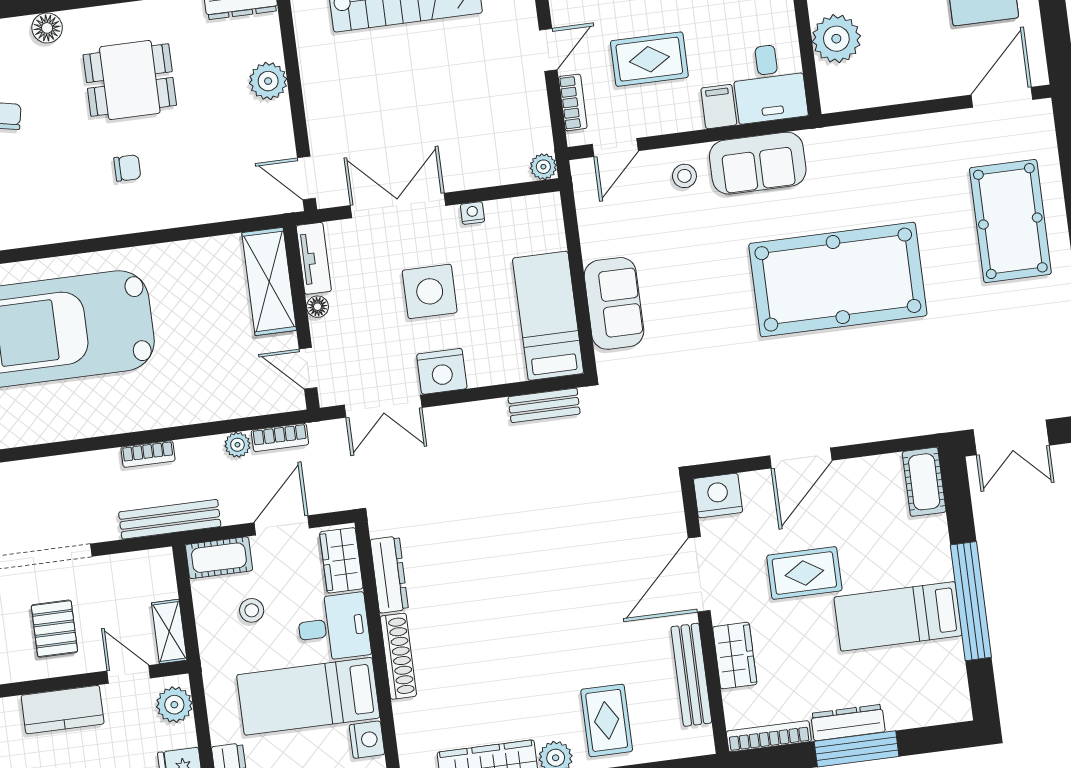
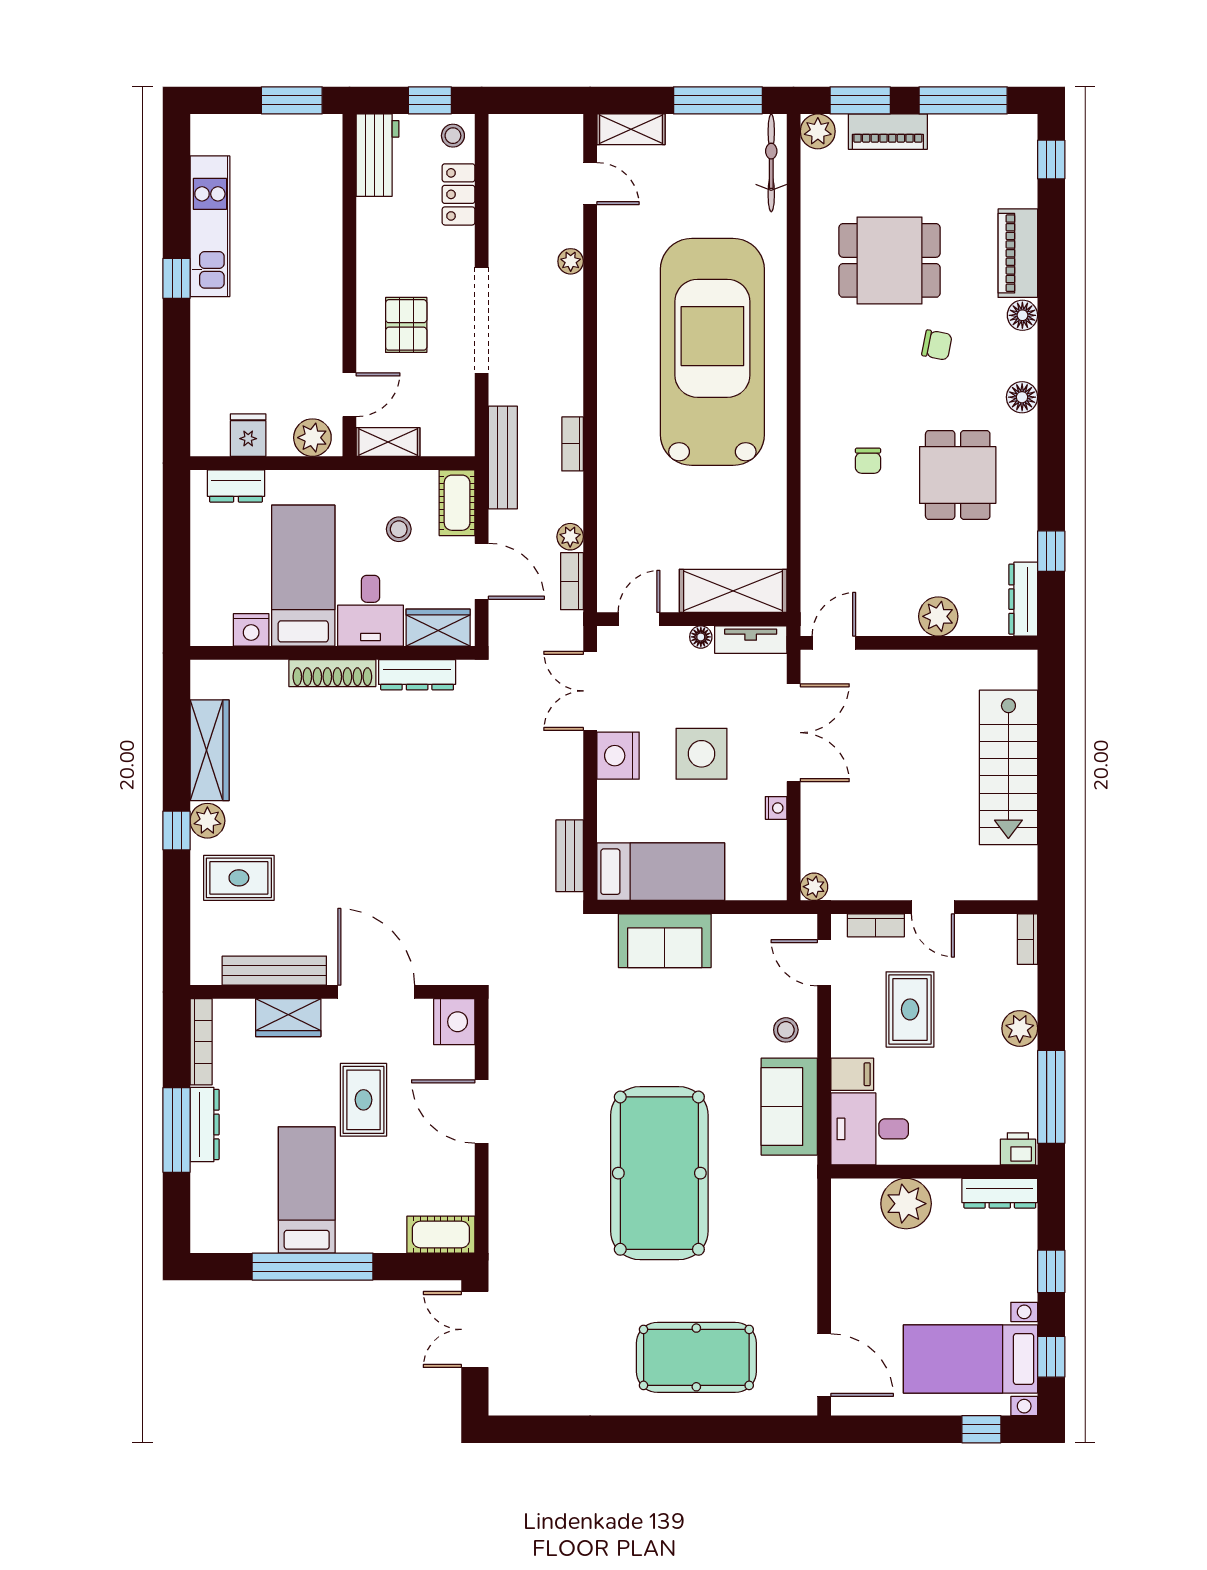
pallet: (54, 629) -> (406, 325), turned 90
kitchen counter: (63, 710) -> (322, 322), removed

